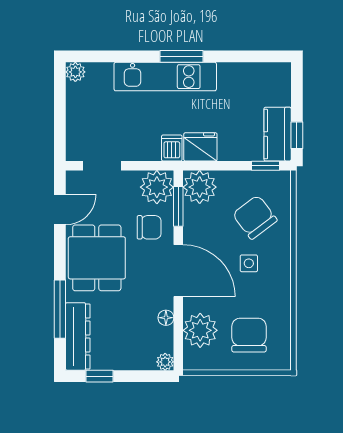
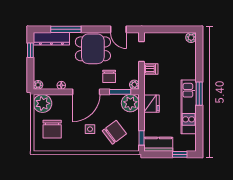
kitchen unit: (165, 77) -> (189, 107), moved
window: (297, 135) -> (180, 154), moved
dishwasher: (172, 148) -> (151, 69), moved
plant: (157, 187) -> (134, 85), width x0.53, depth x0.53
plant: (200, 330) -> (43, 103), moved
chair: (249, 335) -> (52, 129), turned 90

